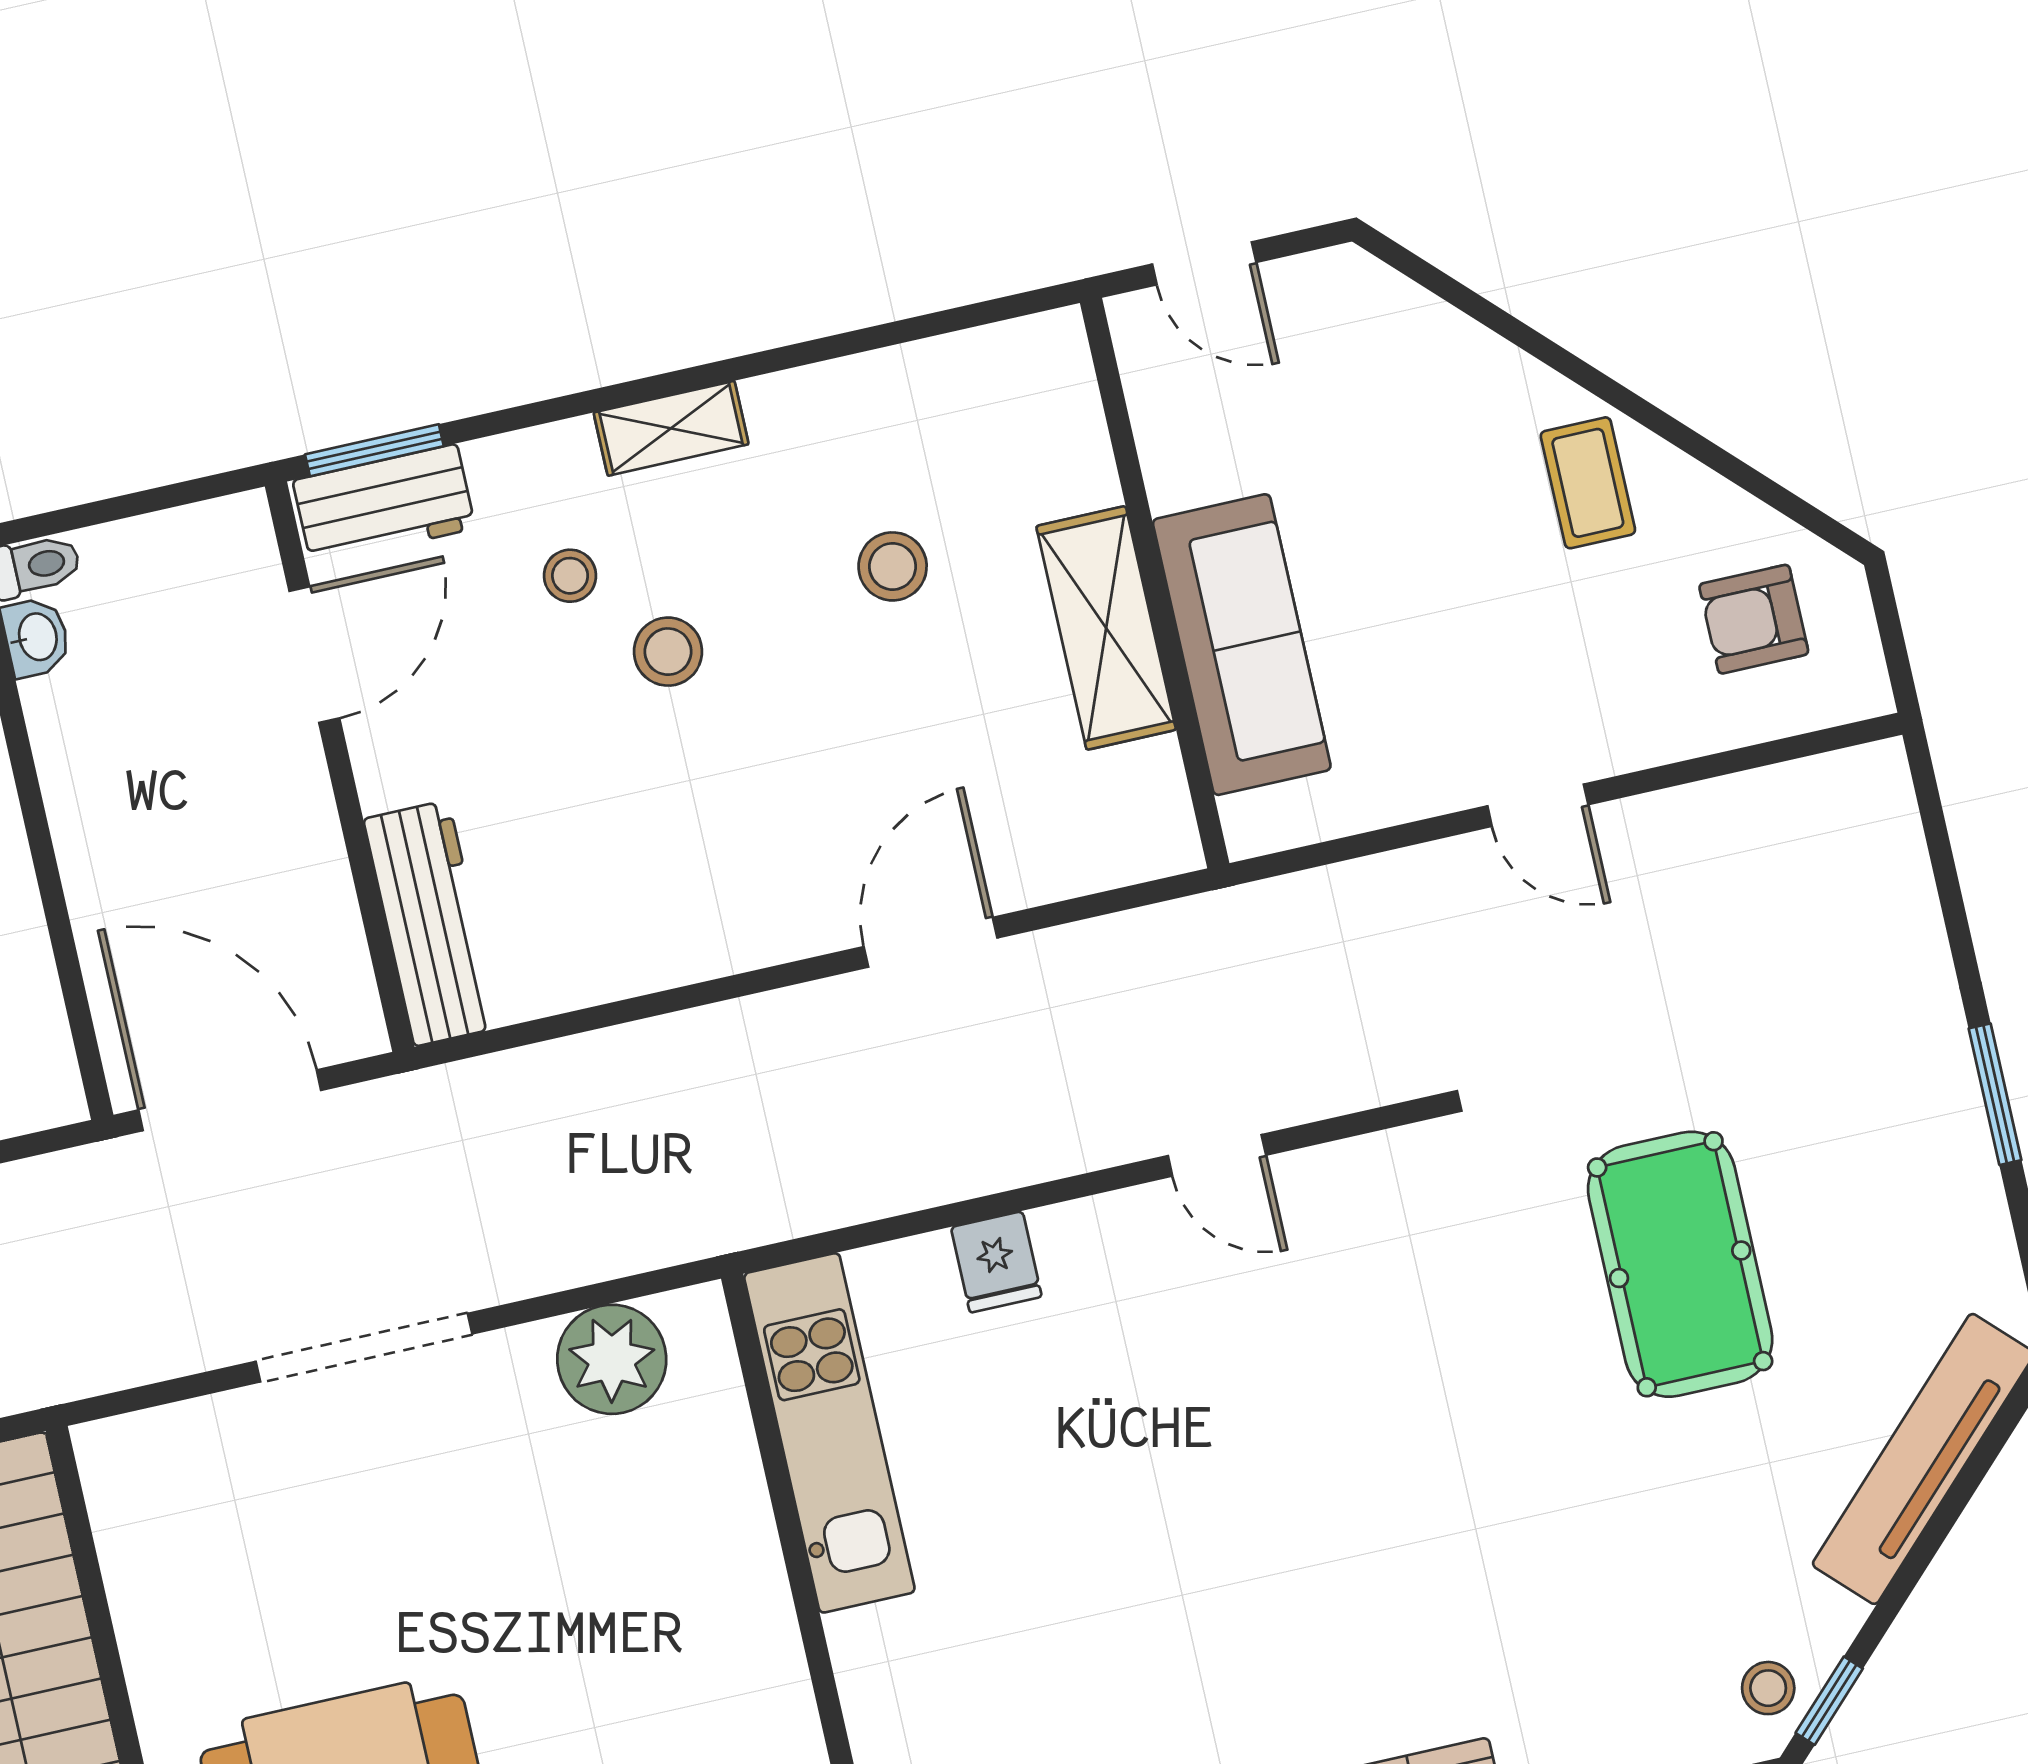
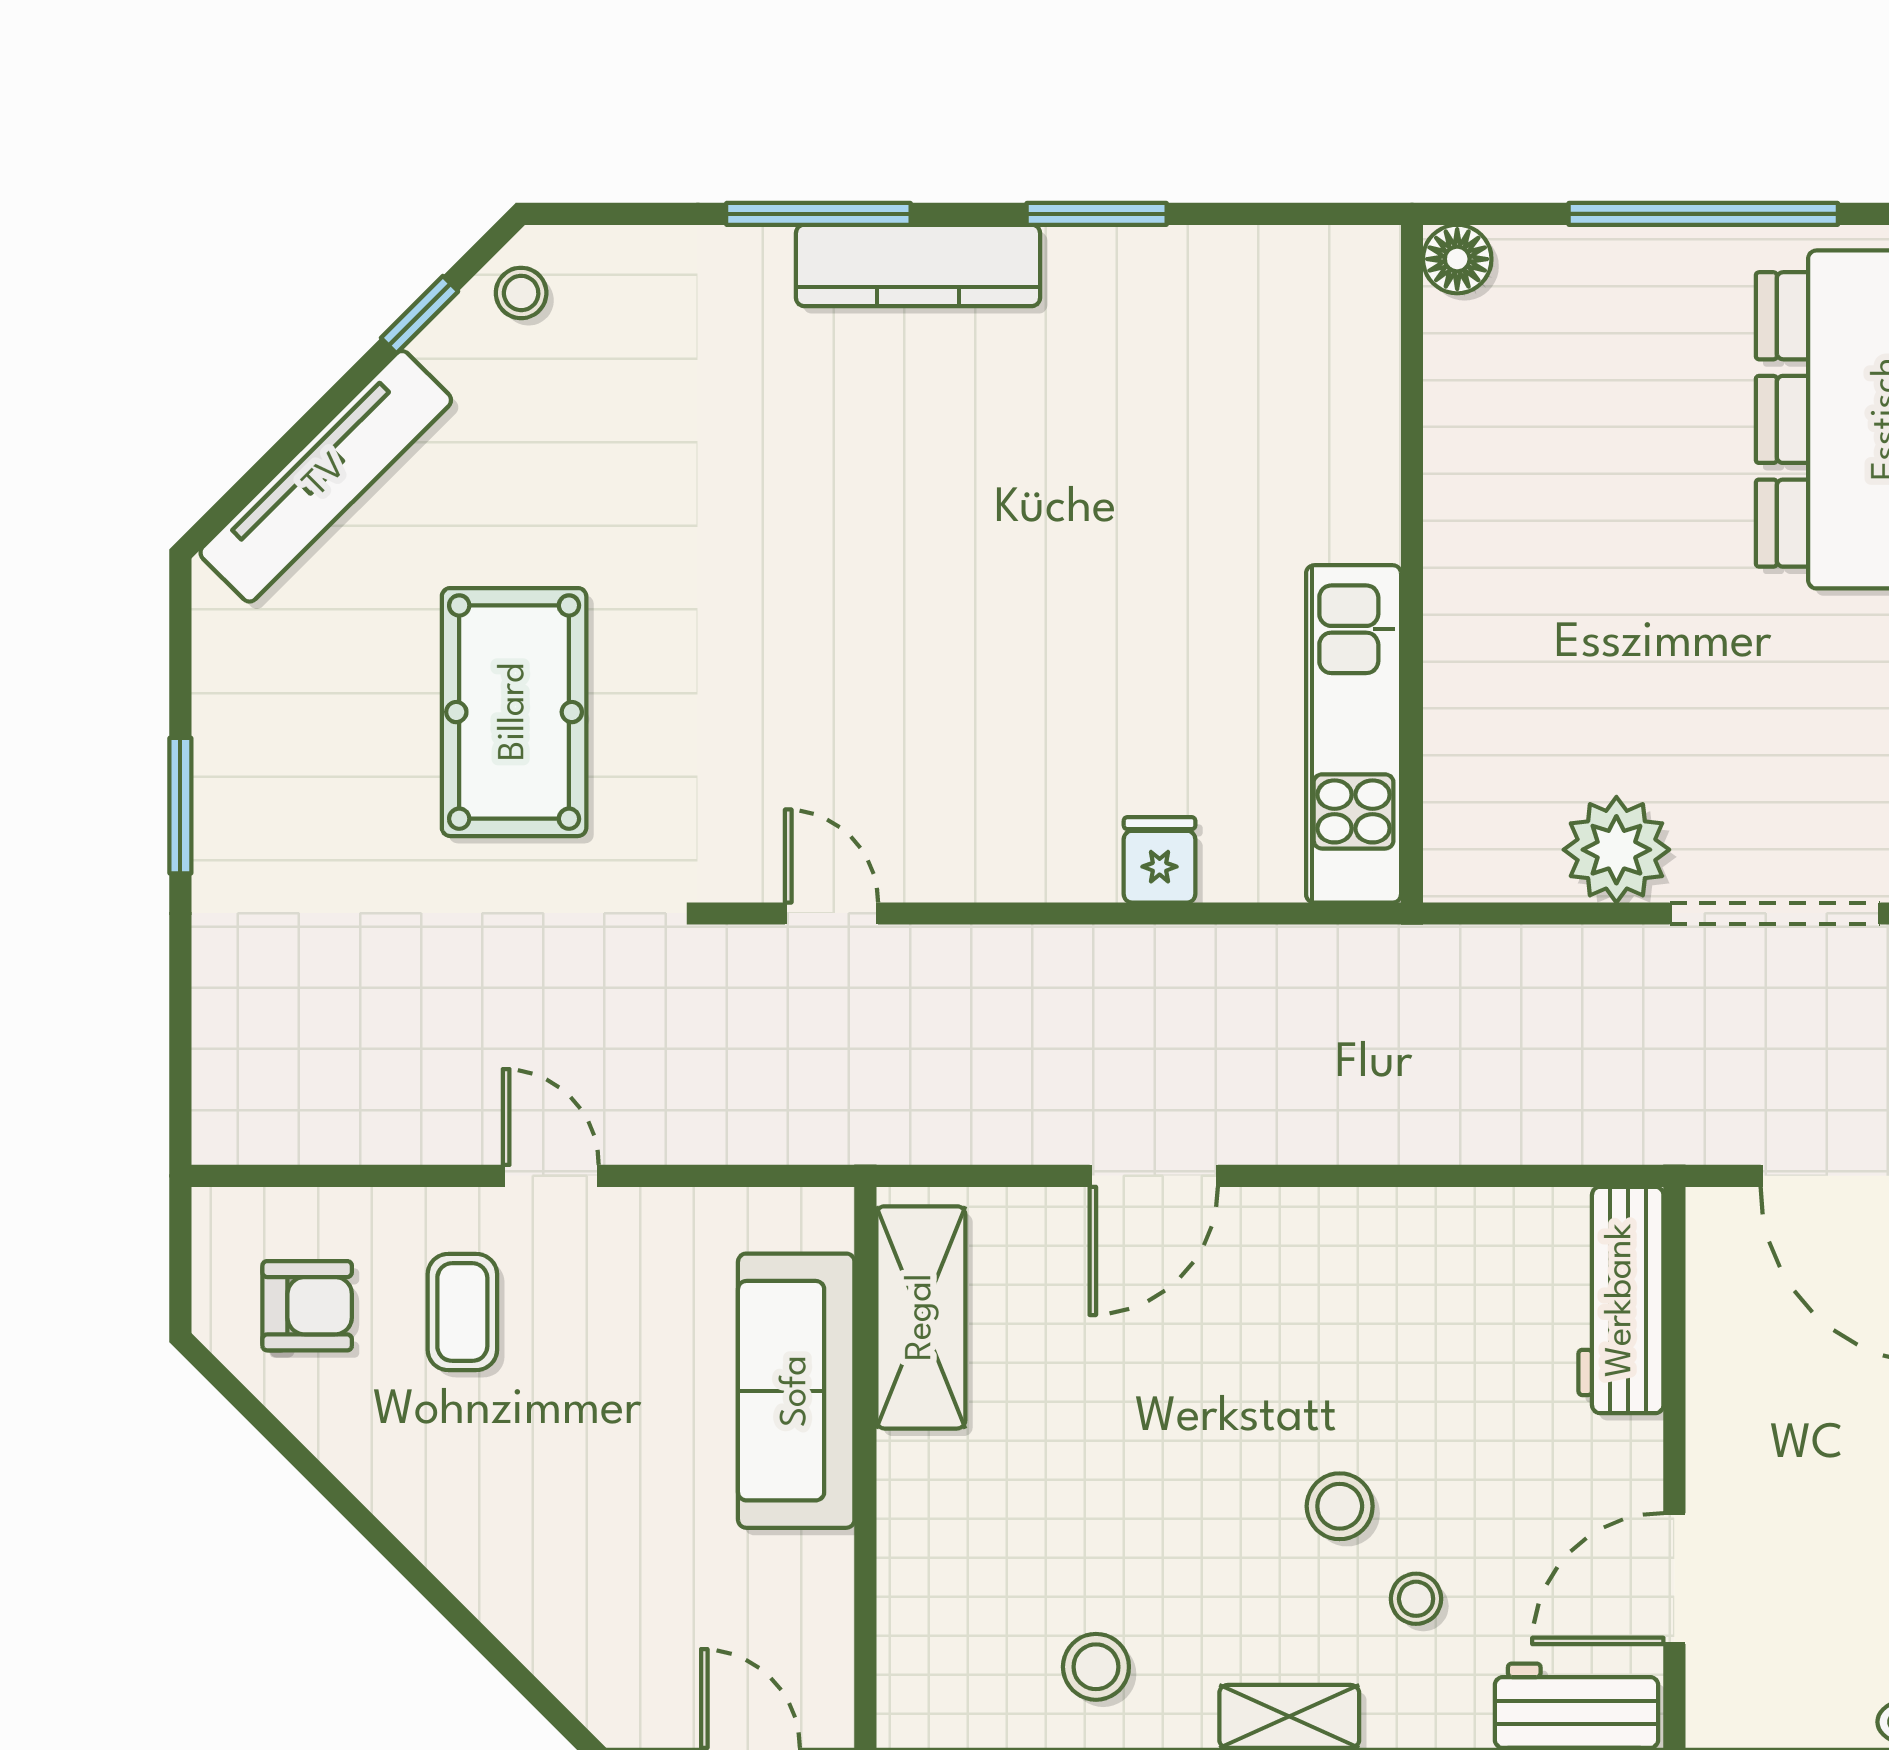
coffee table: (1588, 483) -> (462, 1312), moved
stool: (893, 566) -> (1096, 1667), moved
shelving: (1106, 628) -> (921, 1317), moved
door: (1217, 1155) -> (832, 913), moved
plant: (612, 1359) -> (1616, 850), moved
window: (1829, 1701) -> (420, 315), moved

